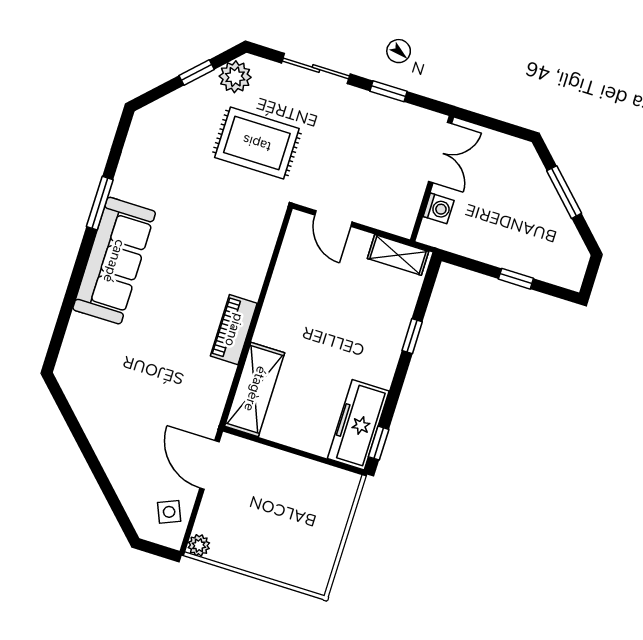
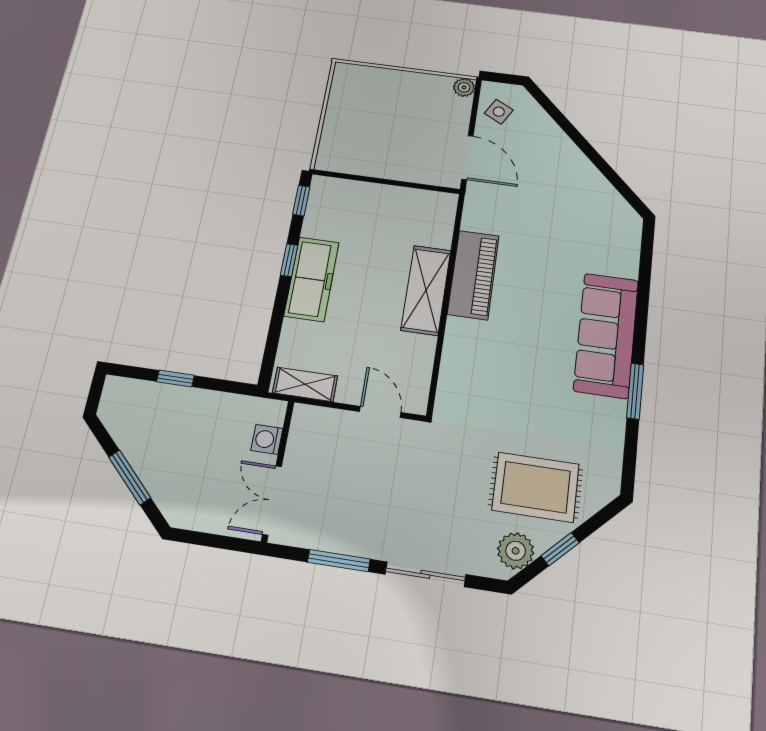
window: (389, 91) -> (339, 561), width x1.50
rug: (257, 143) -> (536, 487), moved
piano: (234, 330) -> (473, 275), width x1.37, depth x1.33
window: (412, 336) -> (289, 260), moved
shelving: (255, 389) -> (426, 290), moved
freezer: (358, 425) -> (312, 279), moved
side table: (169, 512) -> (499, 112), turned -38

